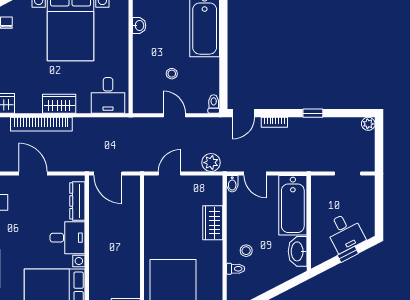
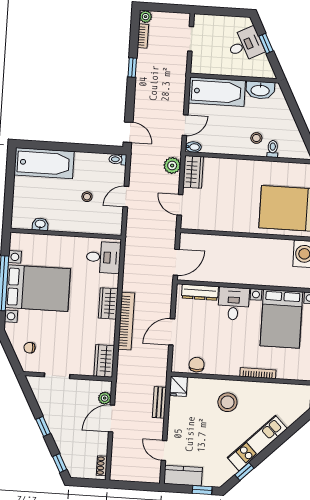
bookcase: (274, 122) -> (143, 36), moved
wardrobe: (213, 223) -> (193, 172), moved, turned -90

